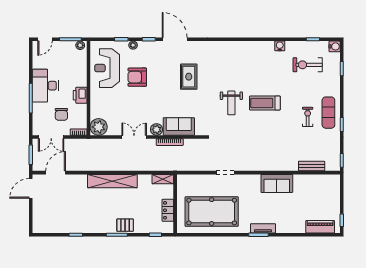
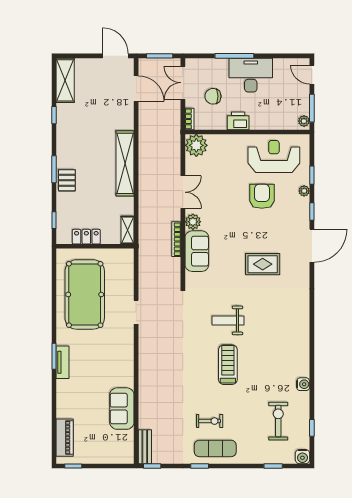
bench: (312, 166) -> (145, 447), moved
sofa: (277, 183) -> (122, 409), moved
shelving: (49, 226) -> (65, 80), added

